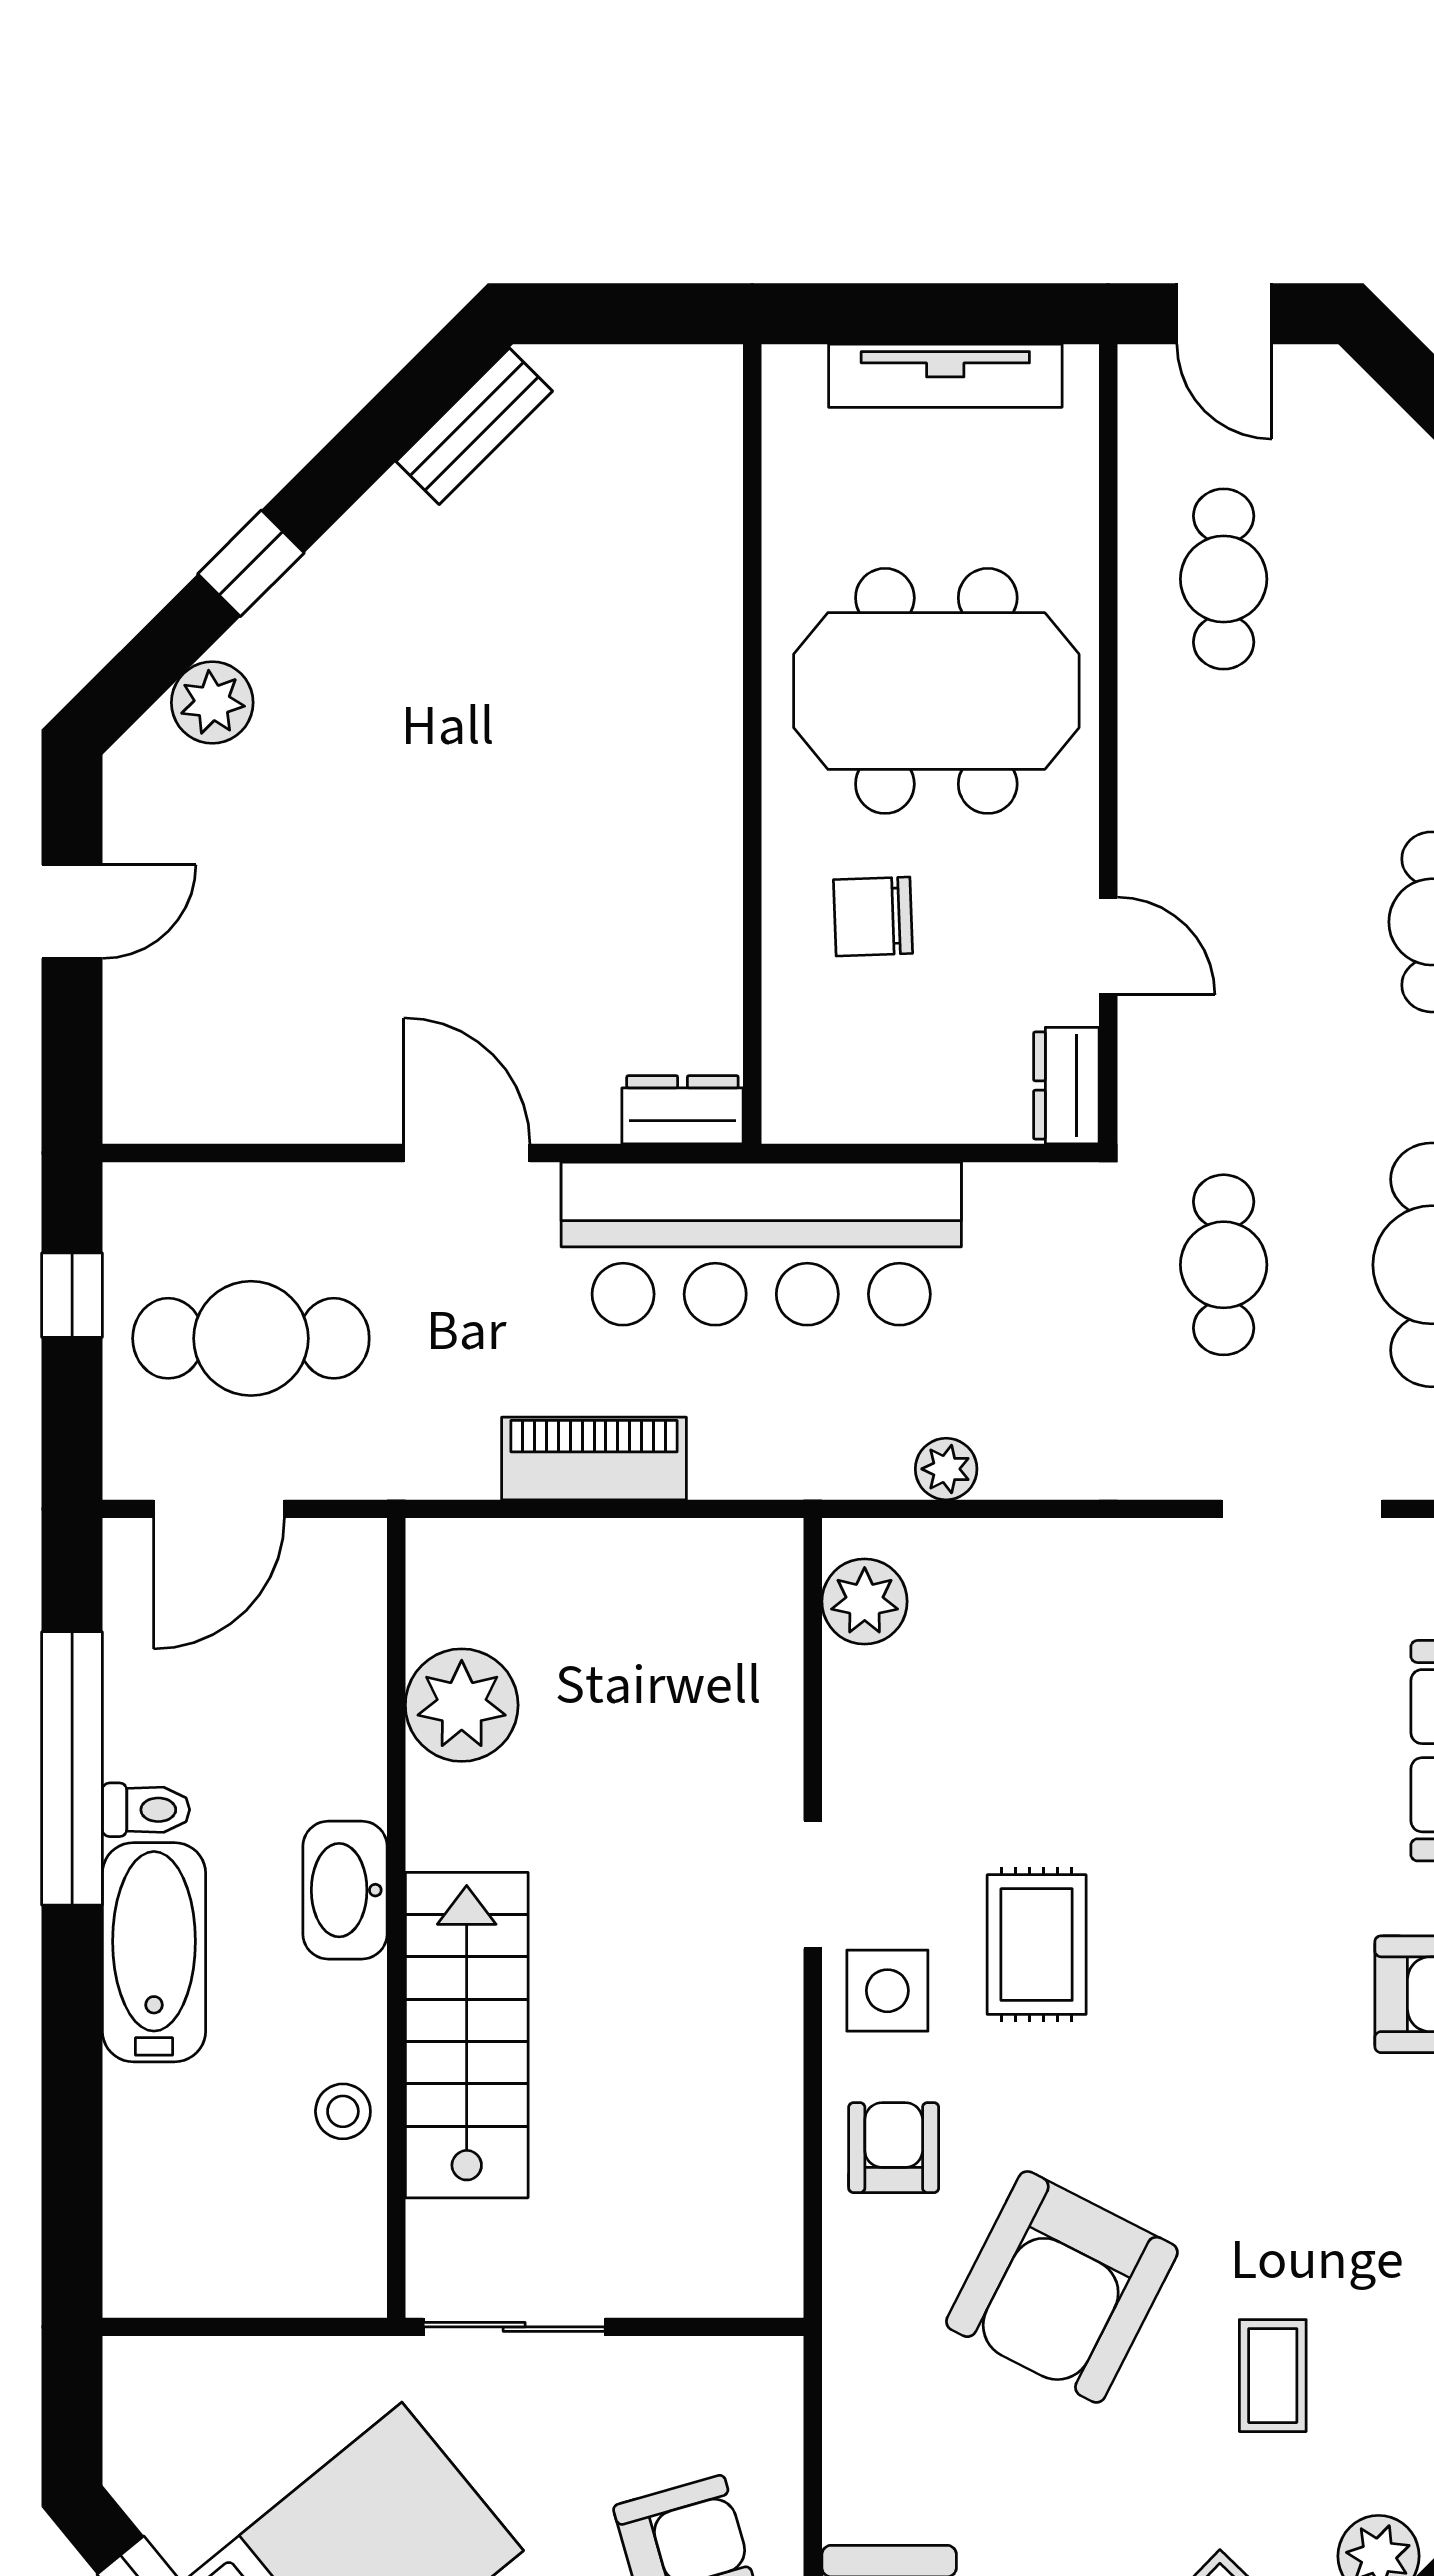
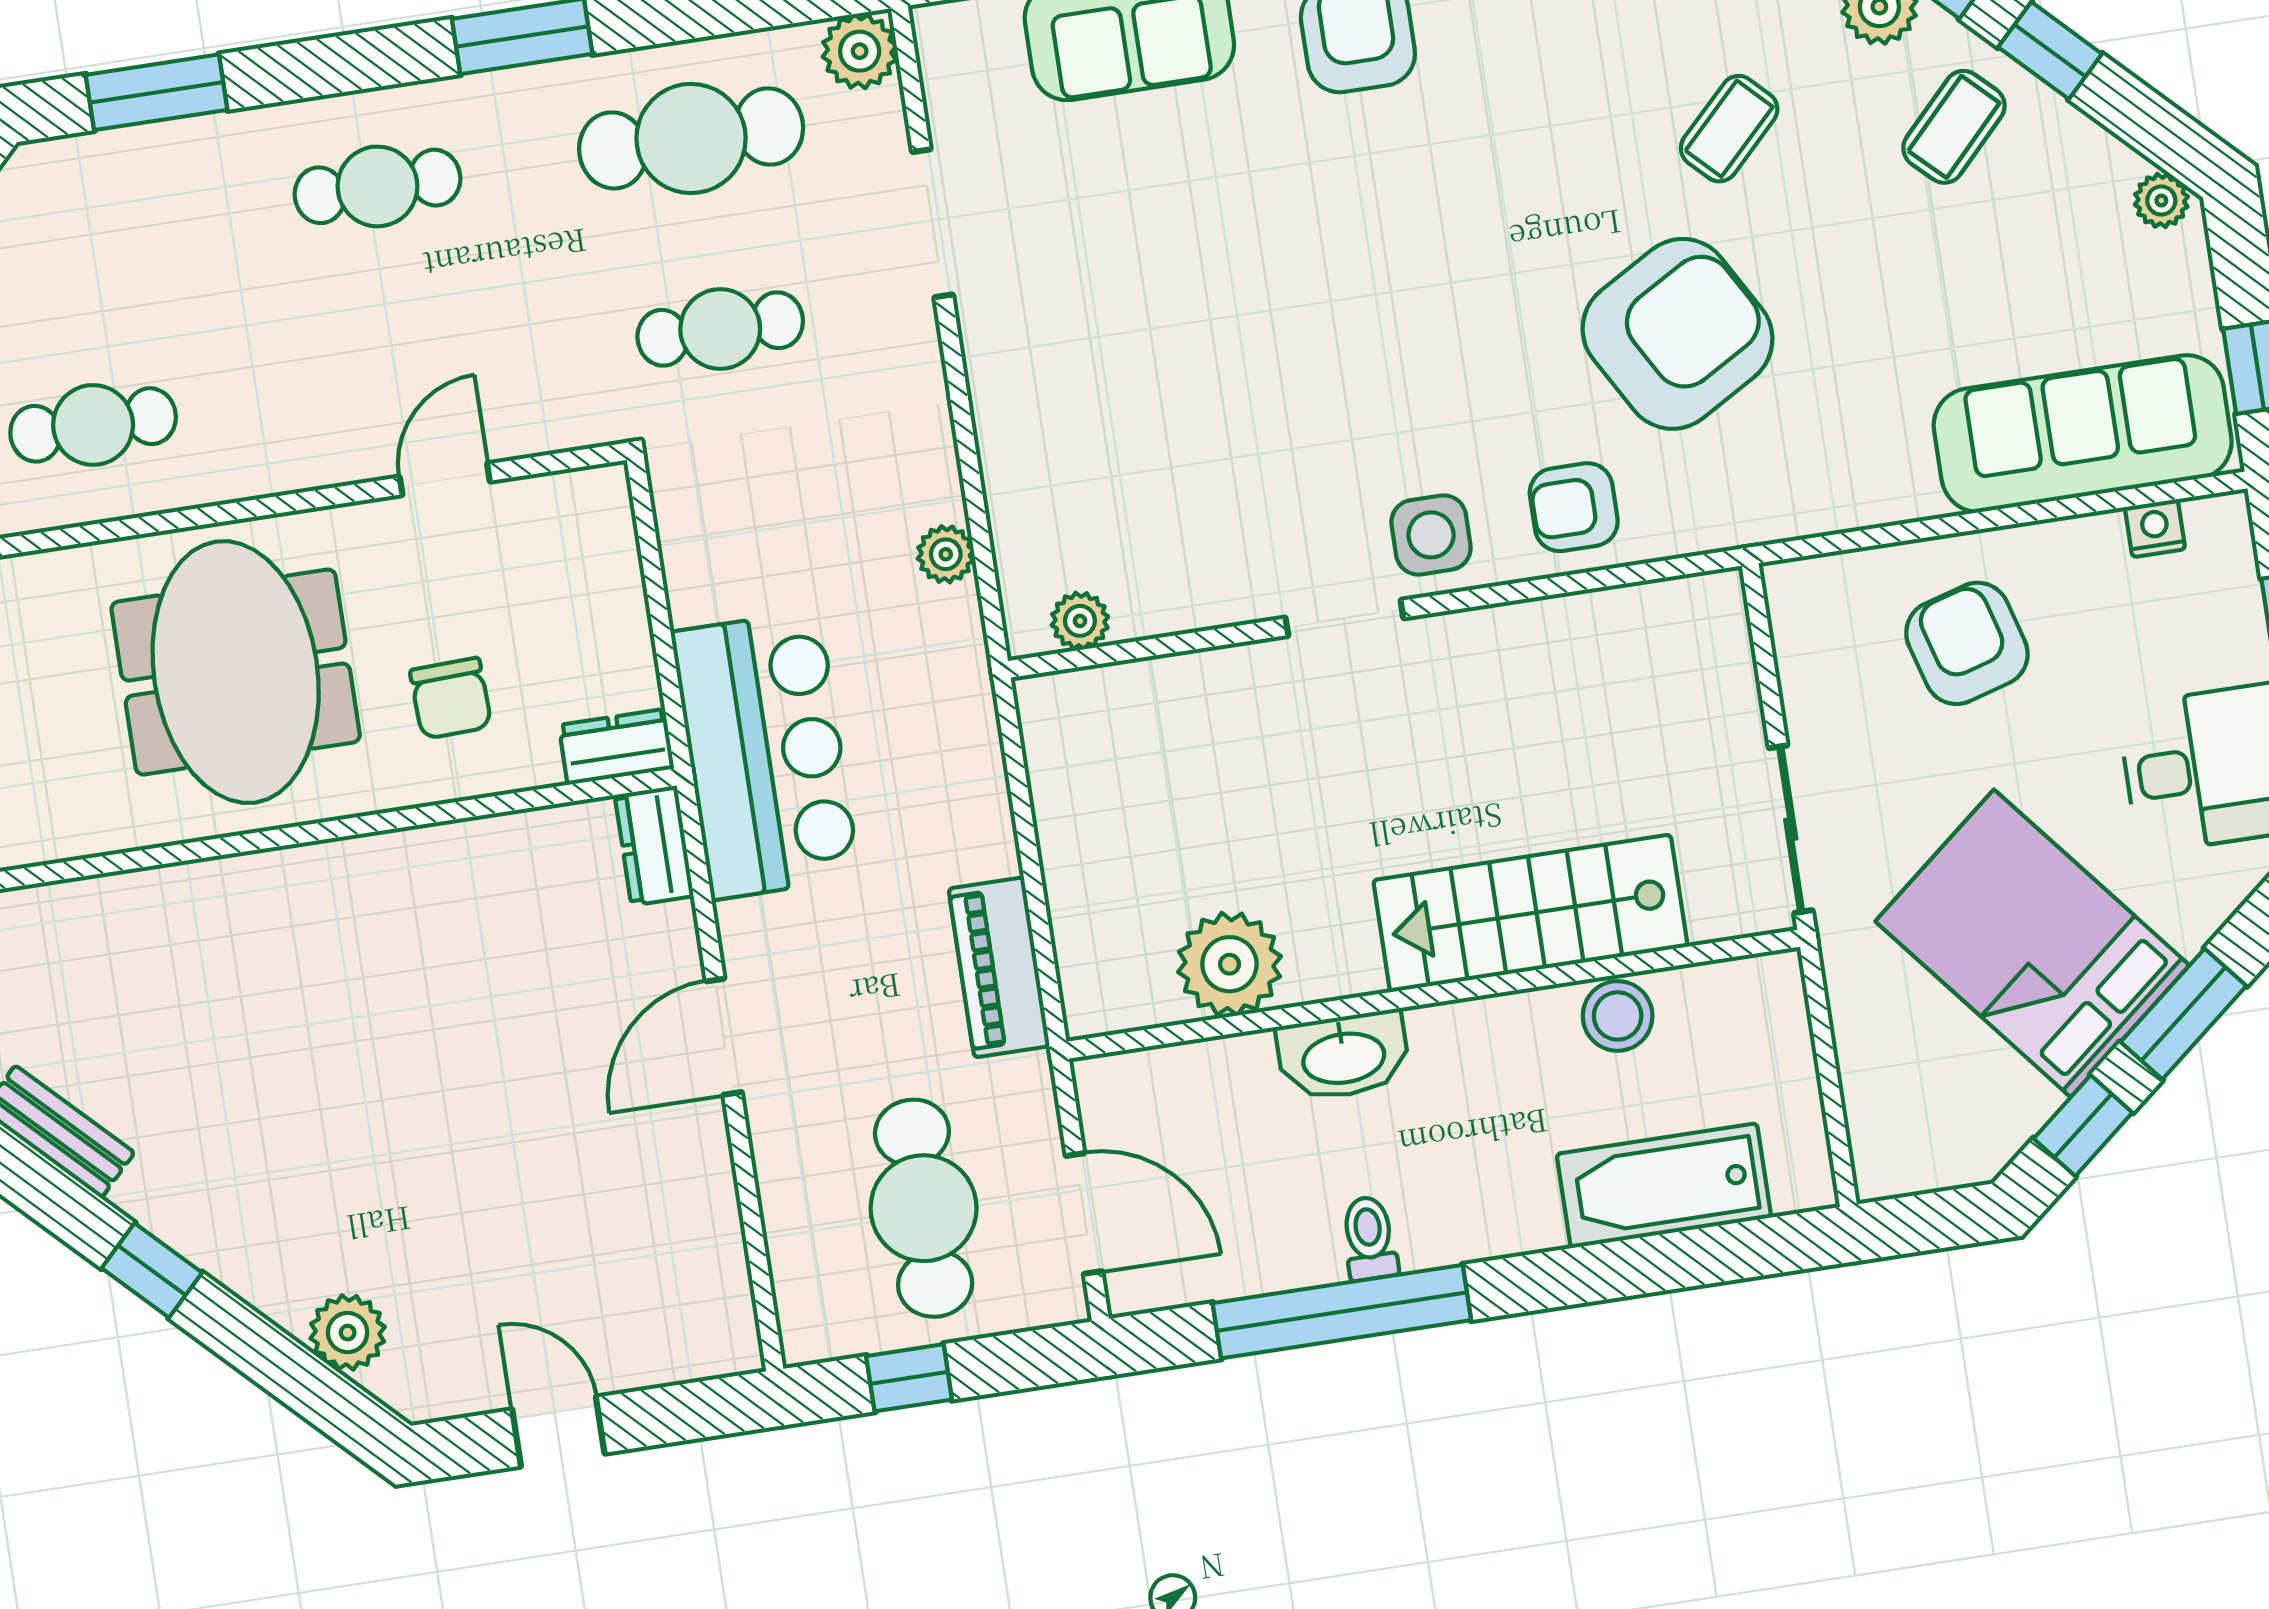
window: (251, 563) -> (152, 1270), moved
dresser: (1066, 1086) -> (616, 747), moved, turned 180
bar counter: (761, 1244) -> (766, 755), width x0.73
piano: (594, 1458) -> (999, 967), moved
plant: (865, 1601) -> (1080, 621), width x0.73, depth x0.73
washbasin: (345, 1890) -> (1343, 1056), moved
rug: (1037, 1945) -> (1368, 405), removed
bathtub: (154, 1952) -> (1664, 1186), moved
stool: (343, 2111) -> (1618, 1016), width x1.37, depth x1.37
armchair: (1062, 2287) -> (1678, 334), turned -57
coffee table: (1273, 2376) -> (1729, 129), turned -45

